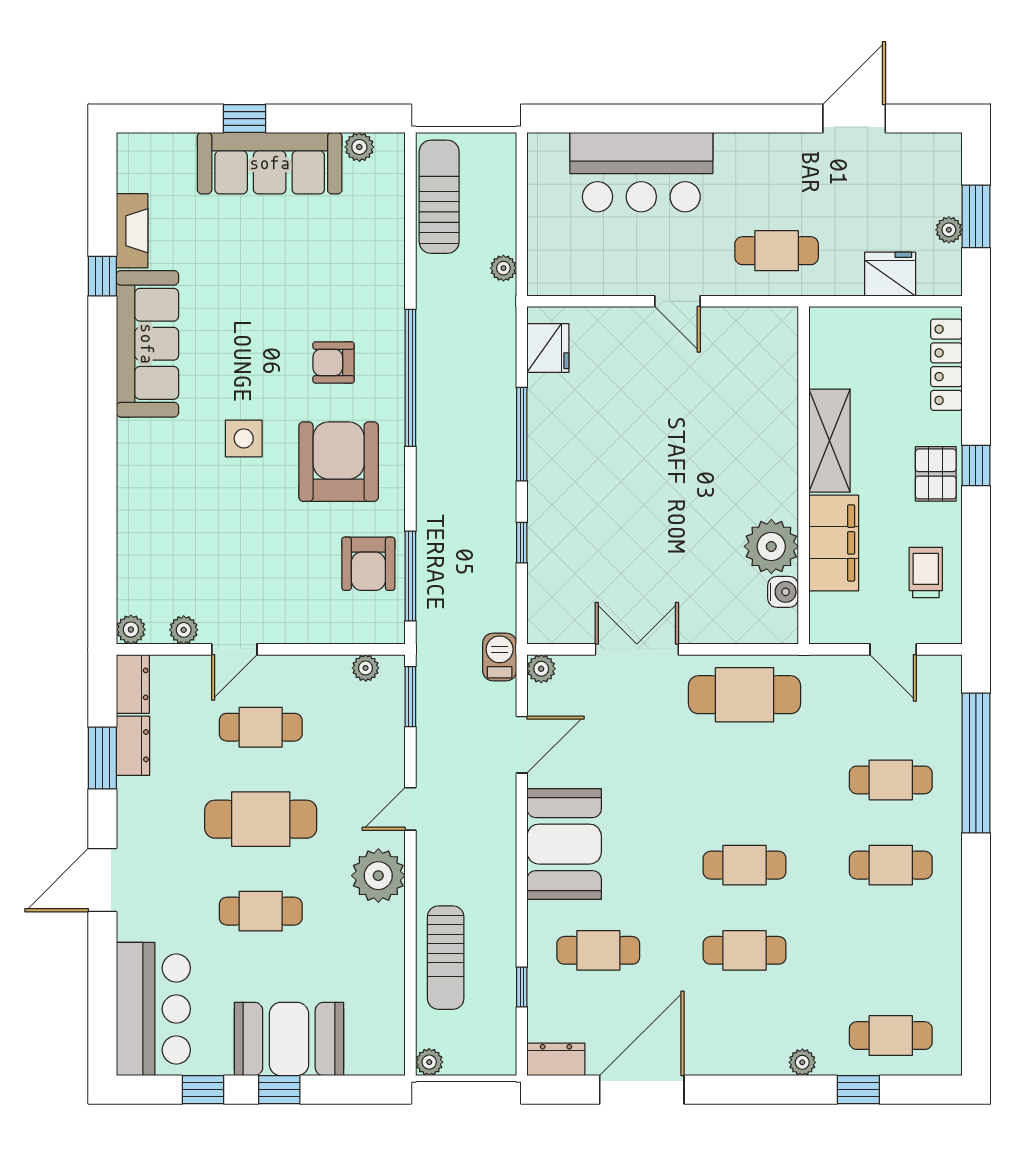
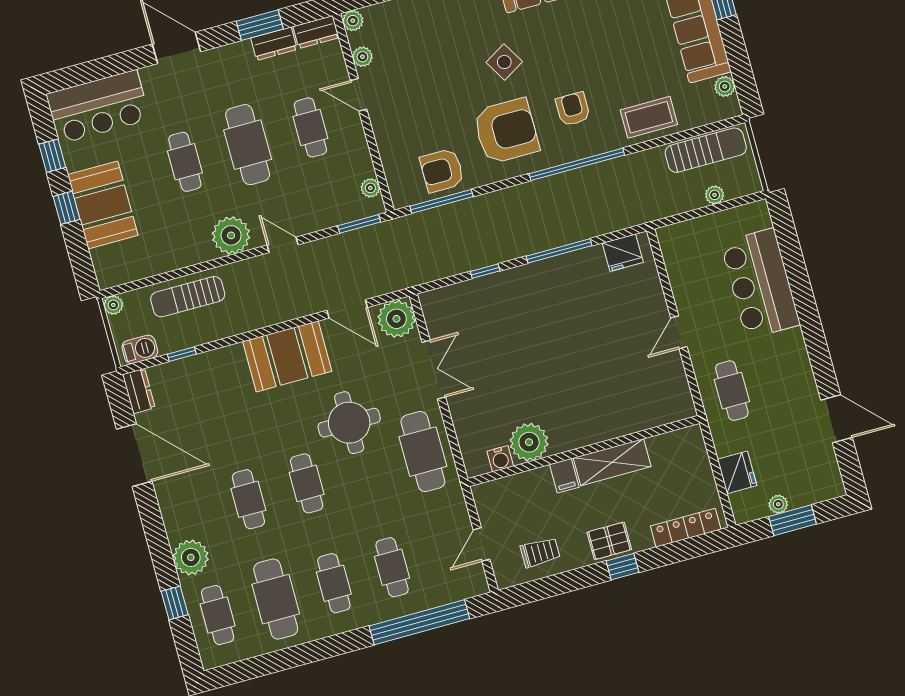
coffee table: (373, 262) -> (649, 117), added
plant: (503, 268) -> (715, 195), moved
side table: (244, 438) -> (504, 62), turned -31
filing cabinet: (834, 543) -> (564, 476), width x0.33, depth x0.86
barbecue: (500, 657) -> (140, 349), moved
plant: (541, 669) -> (396, 319), width x1.88, depth x1.88
round table: (678, 784) -> (349, 423), added
cafe table: (598, 950) -> (276, 599), moved, width x1.37, depth x1.35
plant: (802, 1062) -> (191, 557), width x1.88, depth x1.88

